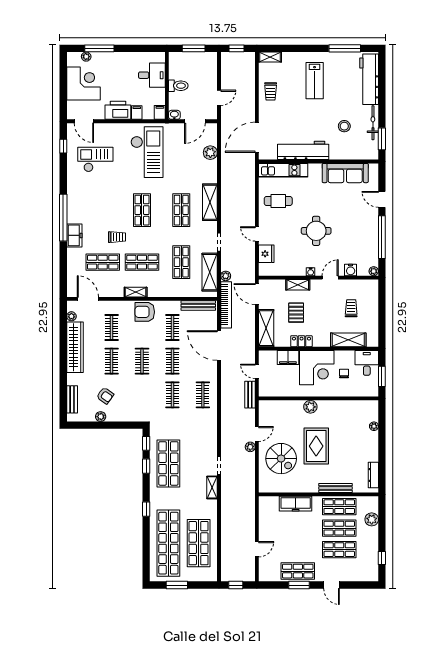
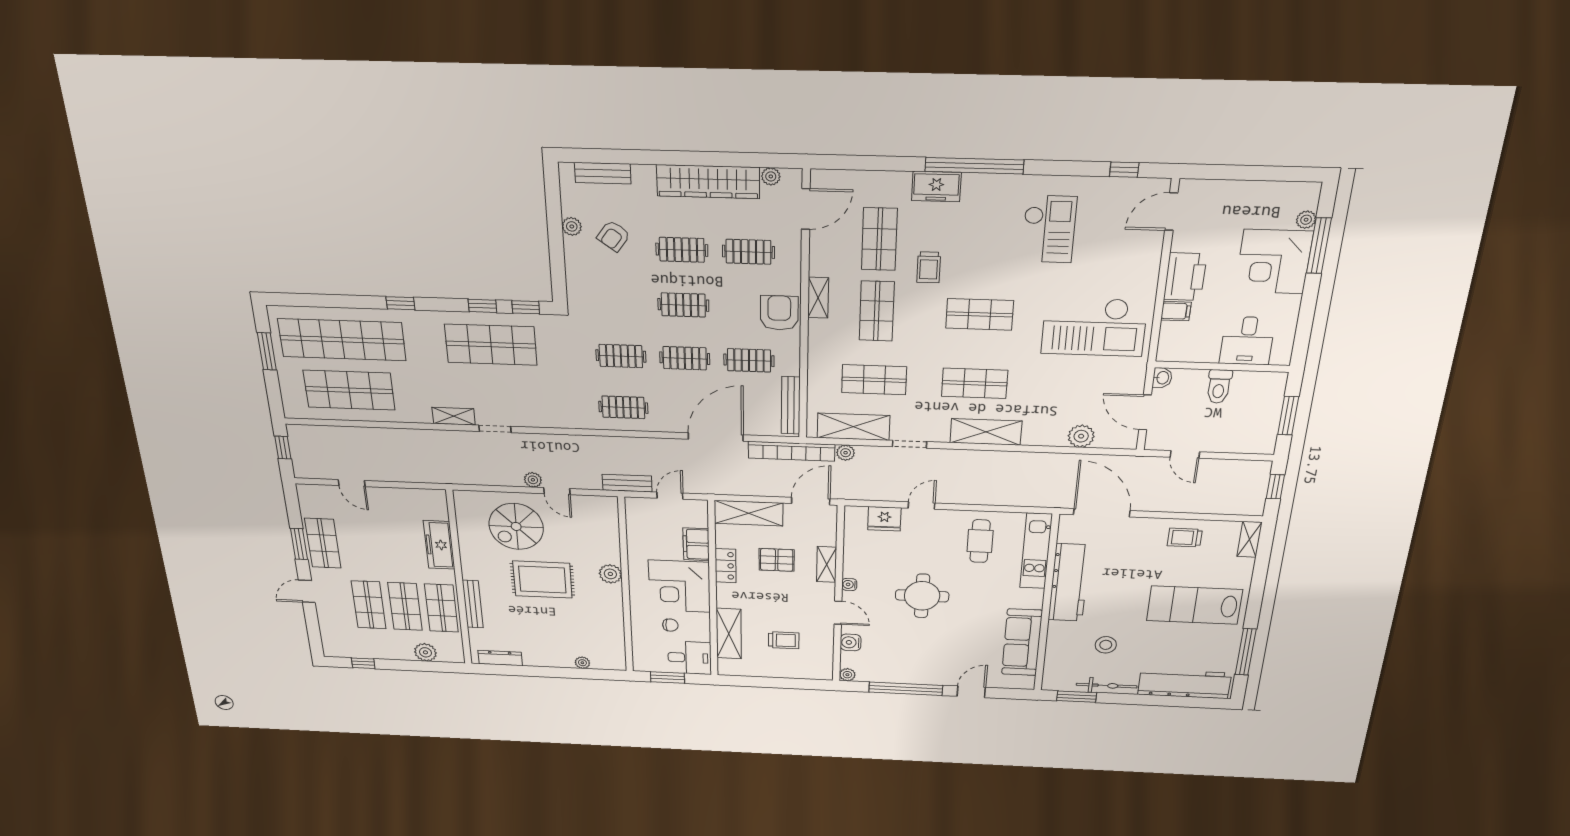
lab bench: (315, 81) -> (1194, 605), width x1.36, depth x1.39
corner desk: (83, 84) -> (1274, 262), moved, turned 90
filing cabinet: (160, 112) -> (1171, 352), removed
checkout: (95, 159) -> (1049, 229), moved

